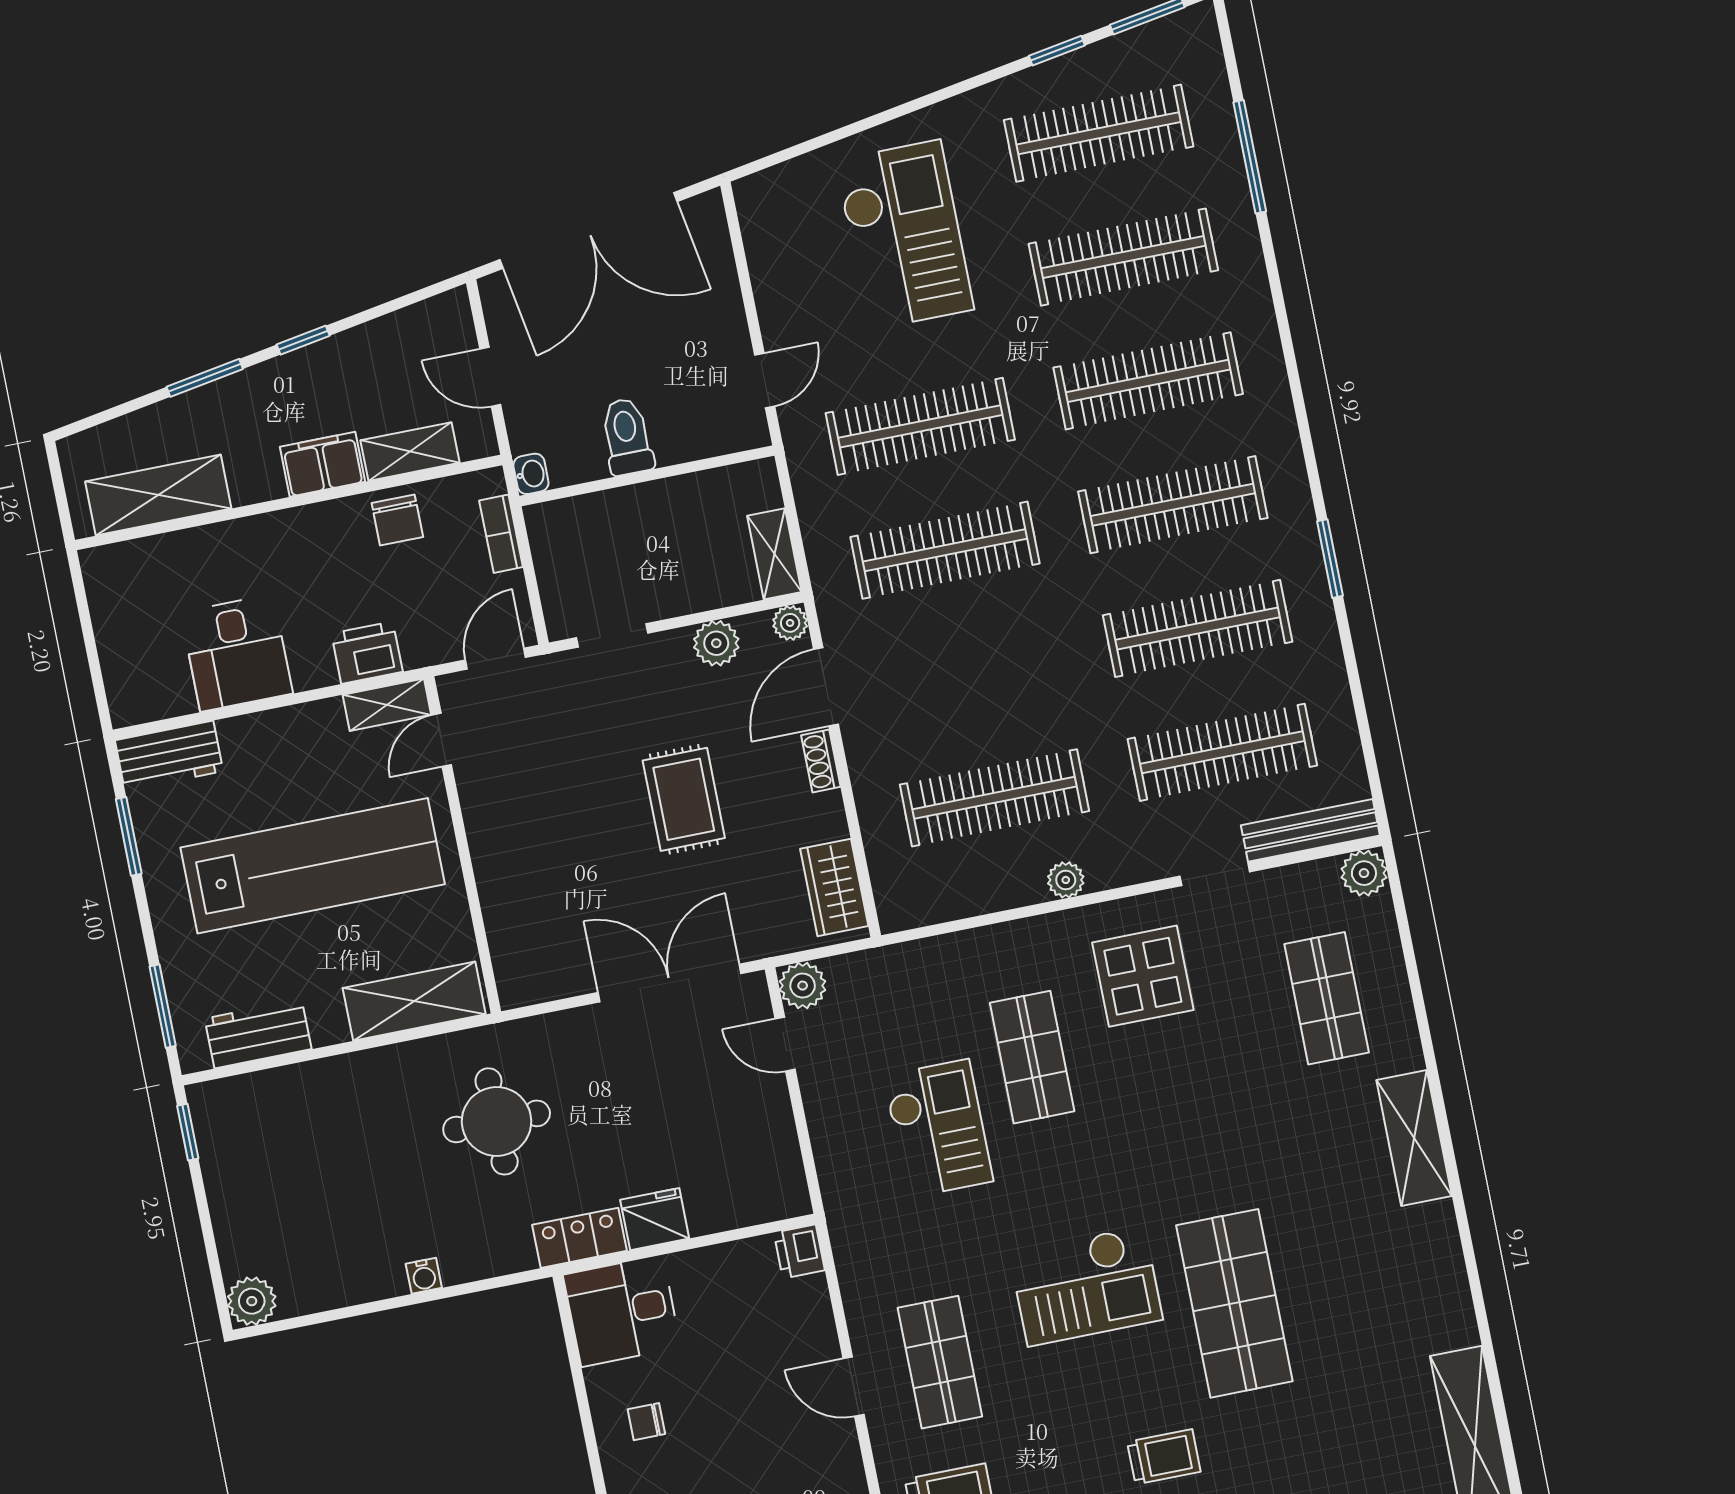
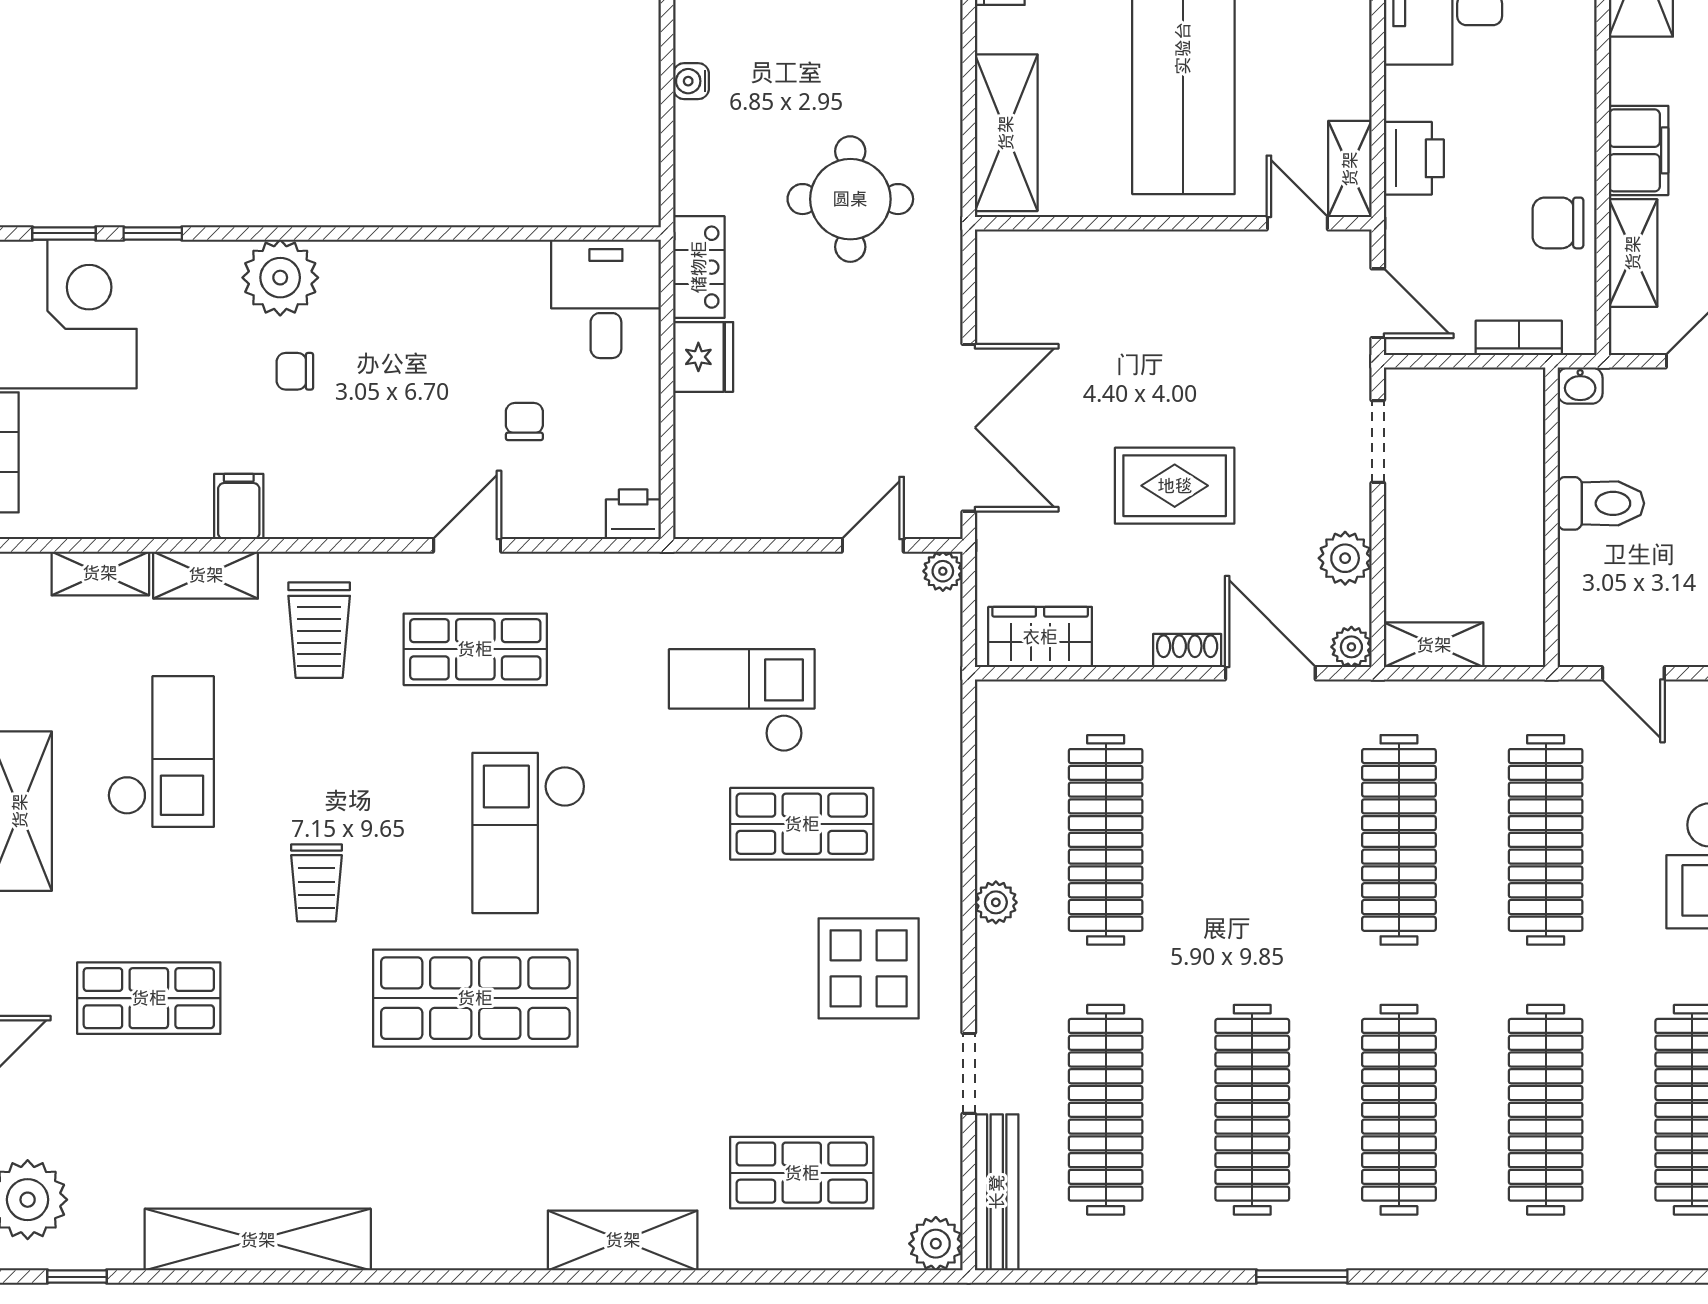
plant: (803, 986) -> (943, 571), width x0.73, depth x0.73
checkout: (938, 1129) -> (742, 700), turned 180
chair: (646, 1422) -> (524, 422), moved

